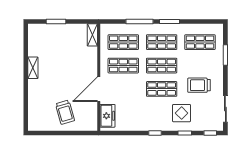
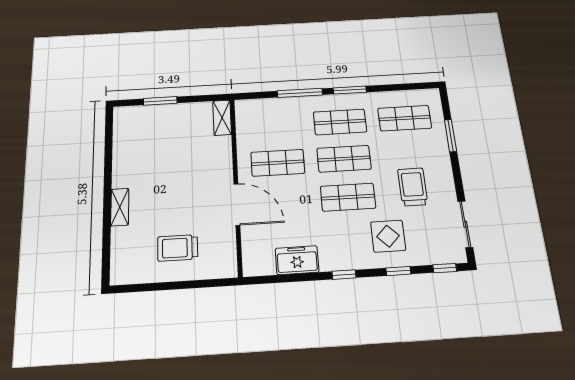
shop shelf: (123, 42) -> (275, 126), removed
shelving: (33, 68) -> (120, 207), moved
trolley: (199, 85) -> (413, 187), turned 90
door: (99, 89) -> (237, 204), swing flipped
trolley: (65, 112) -> (178, 248), turned 106
freezer: (107, 116) -> (297, 260), moved, turned -90

